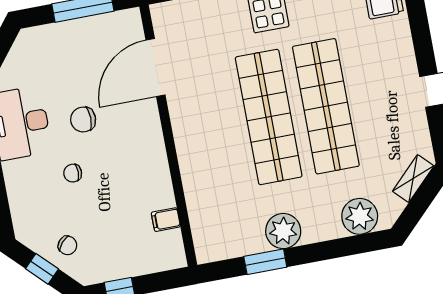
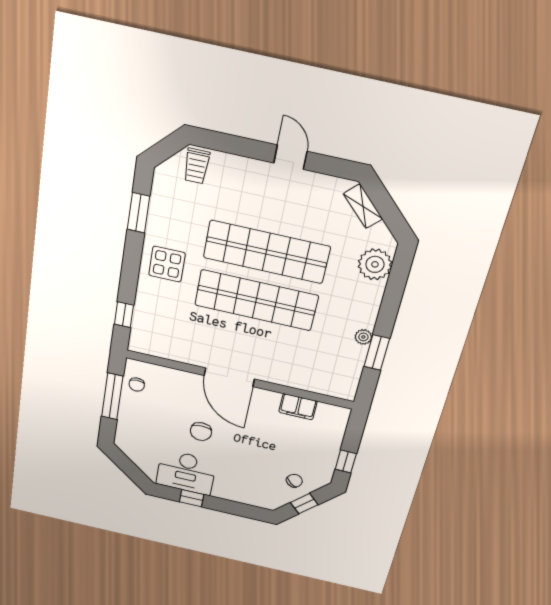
door: (156, 68) -> (229, 377), moved
chair: (73, 173) -> (137, 385), moved
filing cabinet: (166, 220) -> (298, 407), width x2.00
plant: (283, 231) -> (363, 337), width x0.53, depth x0.53

